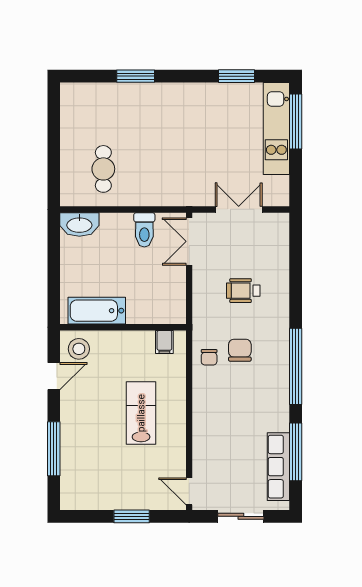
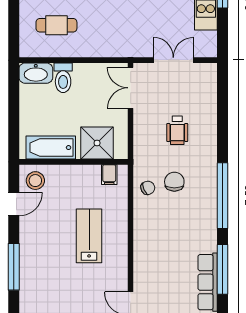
cafe table: (103, 169) -> (56, 25), turned 90
toilet: (144, 230) -> (63, 78), moved
wheelchair: (243, 291) -> (177, 130), turned -90
shower: (150, 305) -> (97, 143), added
chair: (209, 357) -> (148, 188), turned -114

